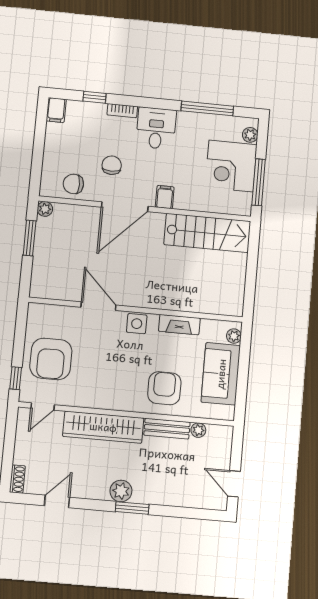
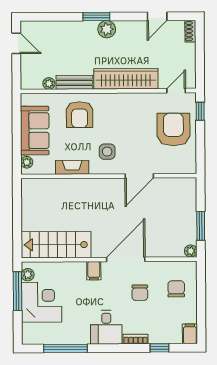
plant: (250, 135) -> (28, 275), moved
chair: (73, 184) -> (176, 289), moved, turned -90
door: (98, 306) -> (139, 176), hinge flipped
side table: (137, 324) -> (107, 152), moved

